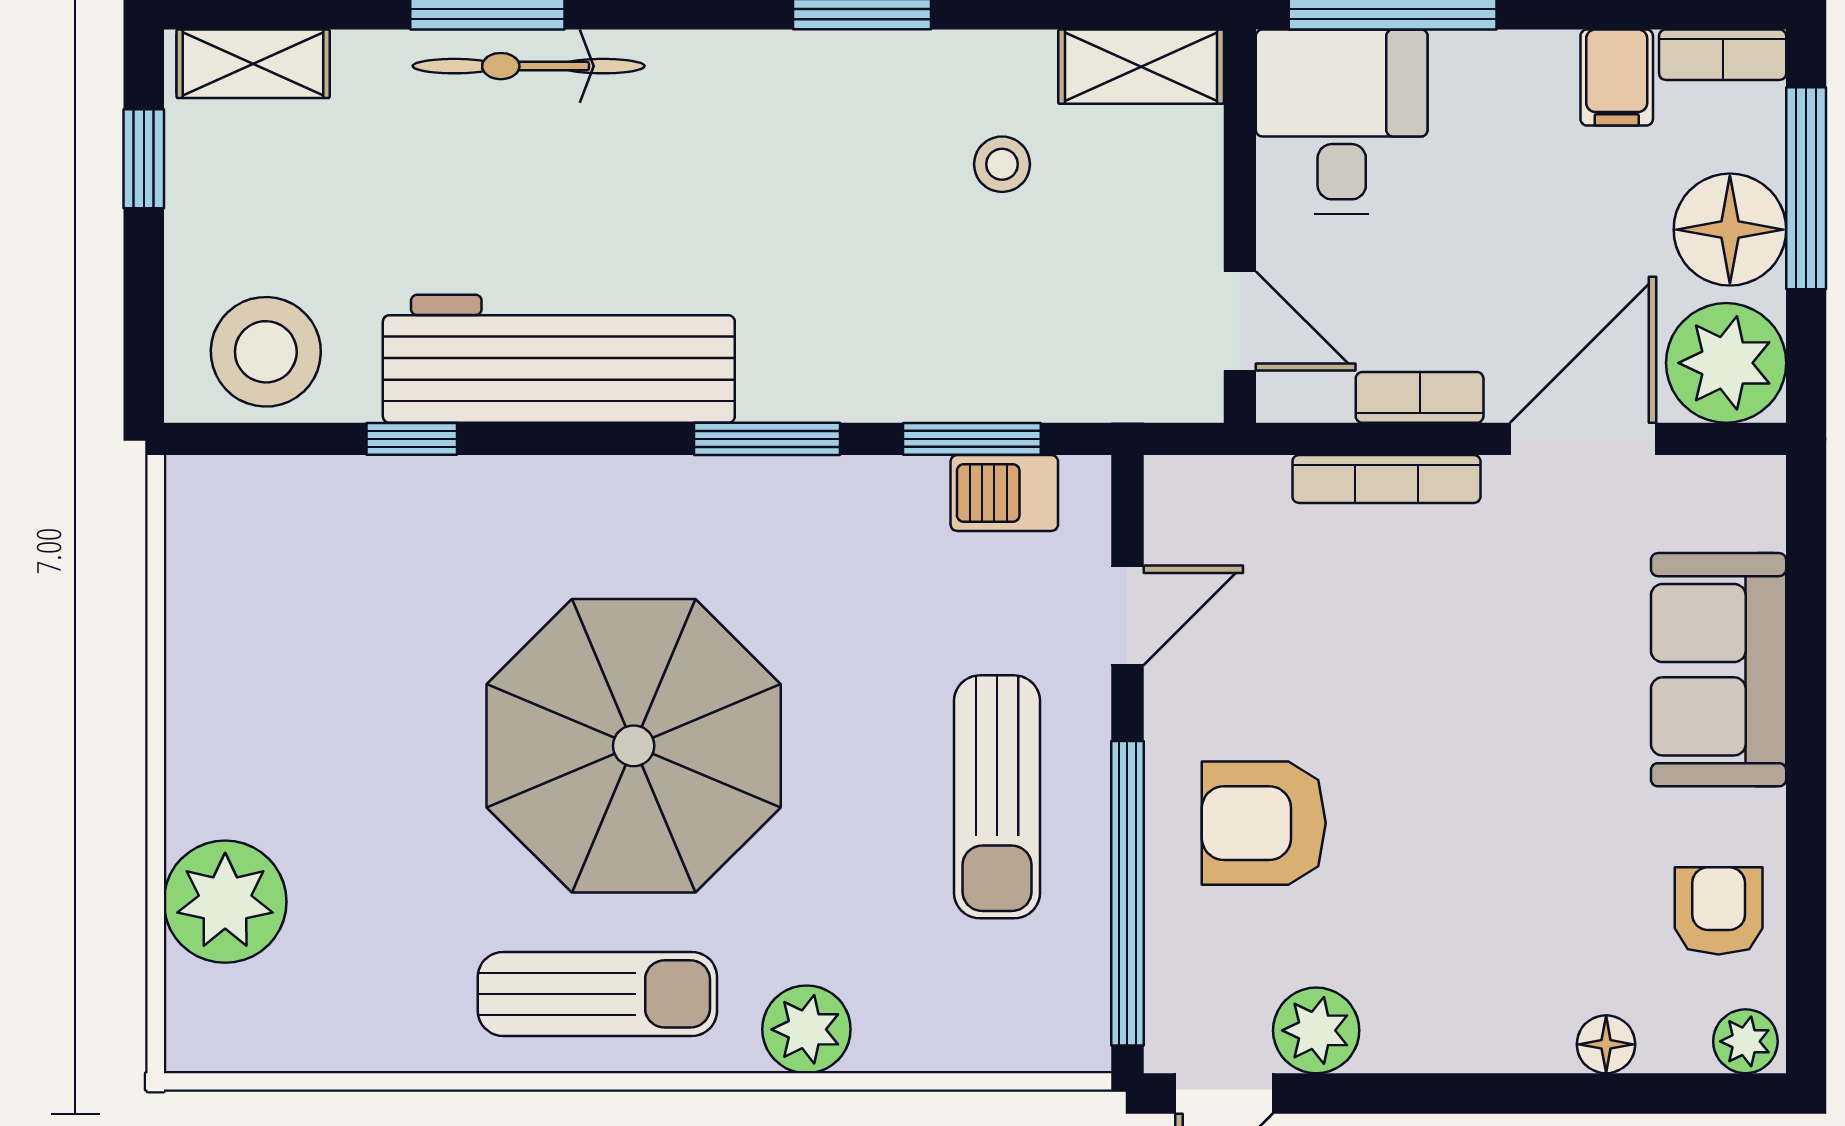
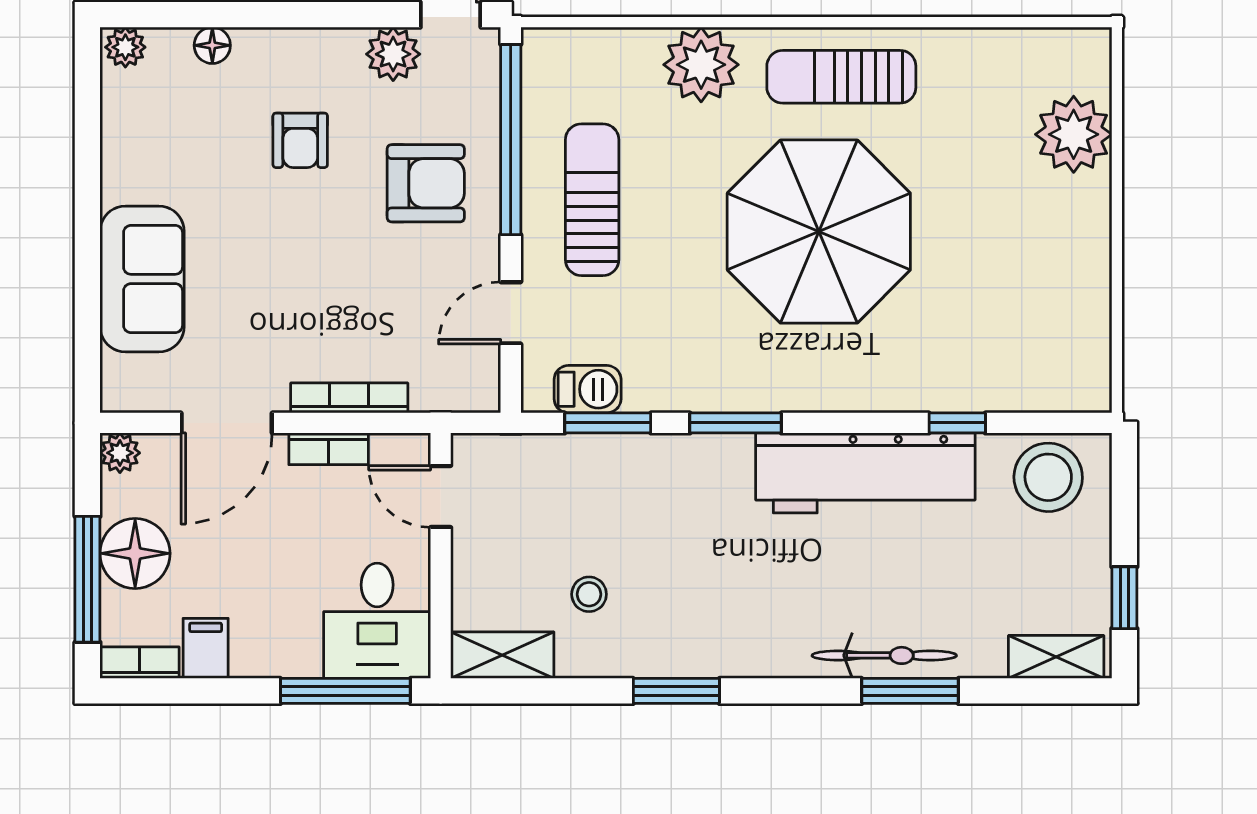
plant: (1726, 363) -> (120, 453), width x0.53, depth x0.53
armchair: (1719, 911) -> (300, 140), moved
plant: (806, 1029) -> (701, 65), width x1.36, depth x1.36

